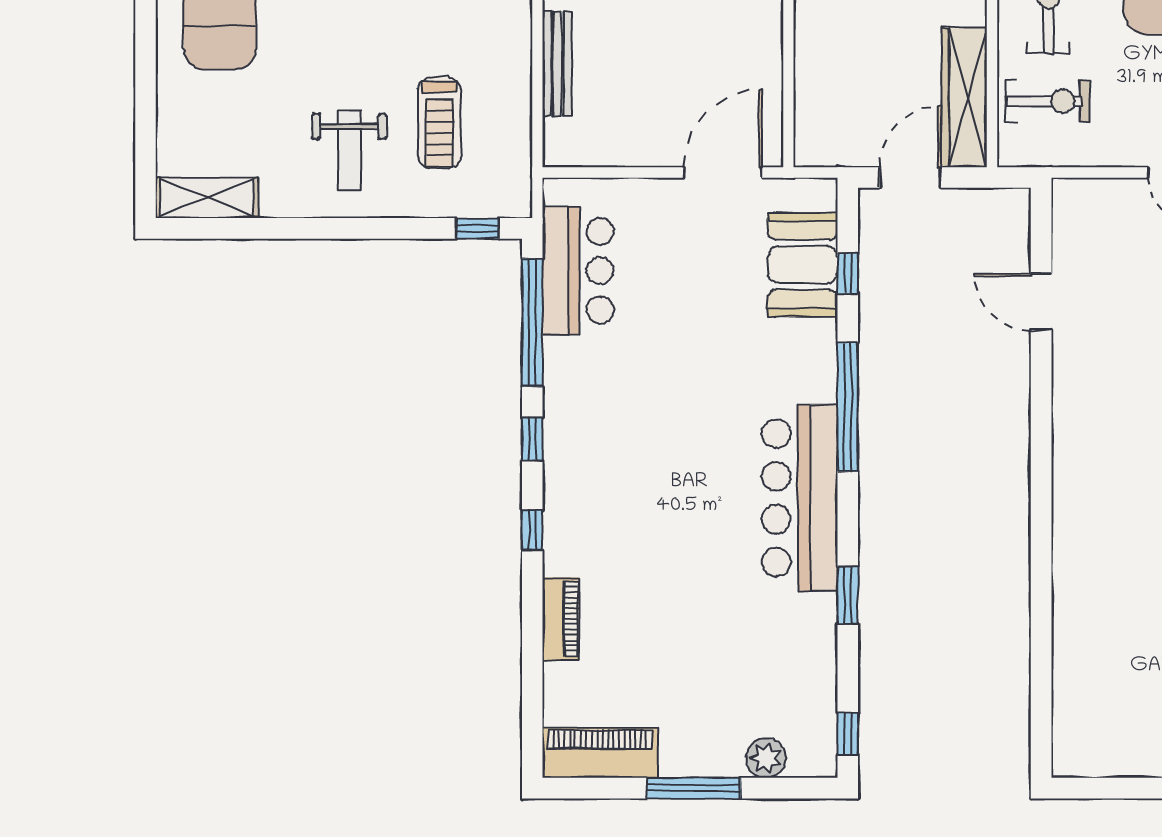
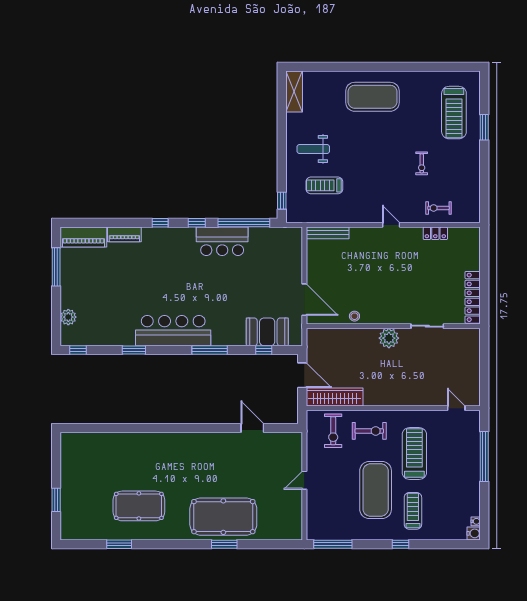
stool: (764, 48) -> (354, 316), added
bench: (557, 64) -> (328, 233), moved
bar counter: (578, 271) -> (222, 241), moved
door: (1041, 302) -> (252, 428), hinge flipped
window: (848, 407) -> (210, 350), width x0.68
piano: (600, 753) -> (83, 237), moved, turned 90
window: (693, 788) -> (56, 267), moved

